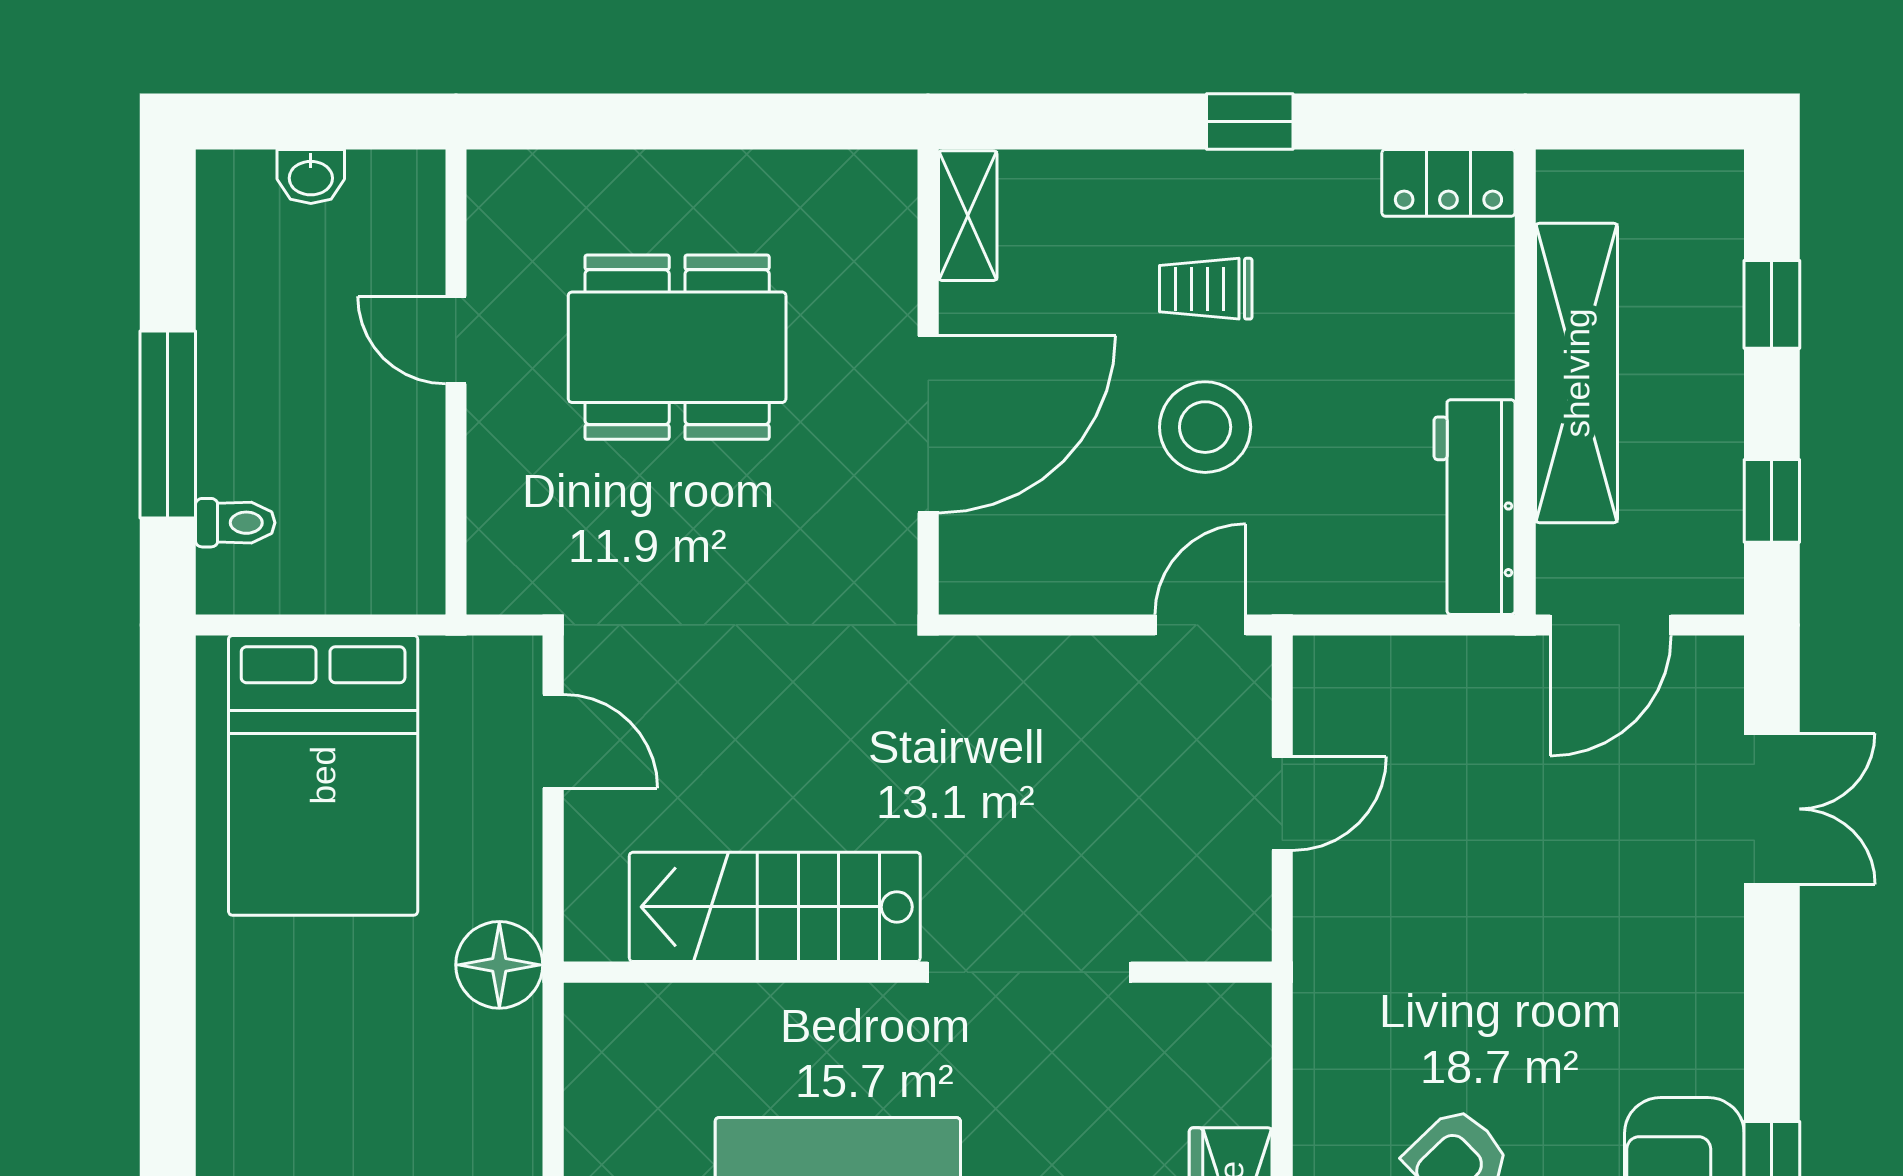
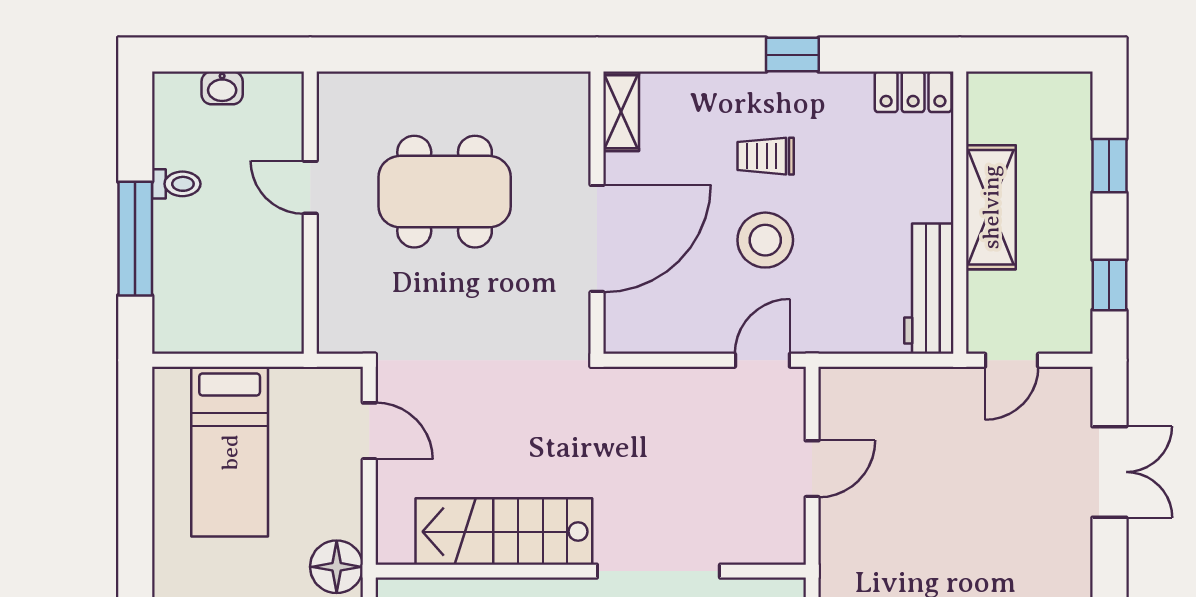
shelving: (1577, 373) -> (991, 207), width x0.68
toilet: (235, 523) -> (176, 184), moved
door: (1611, 625) -> (1012, 360), width x0.73
bed: (323, 775) -> (230, 452), width x0.67

